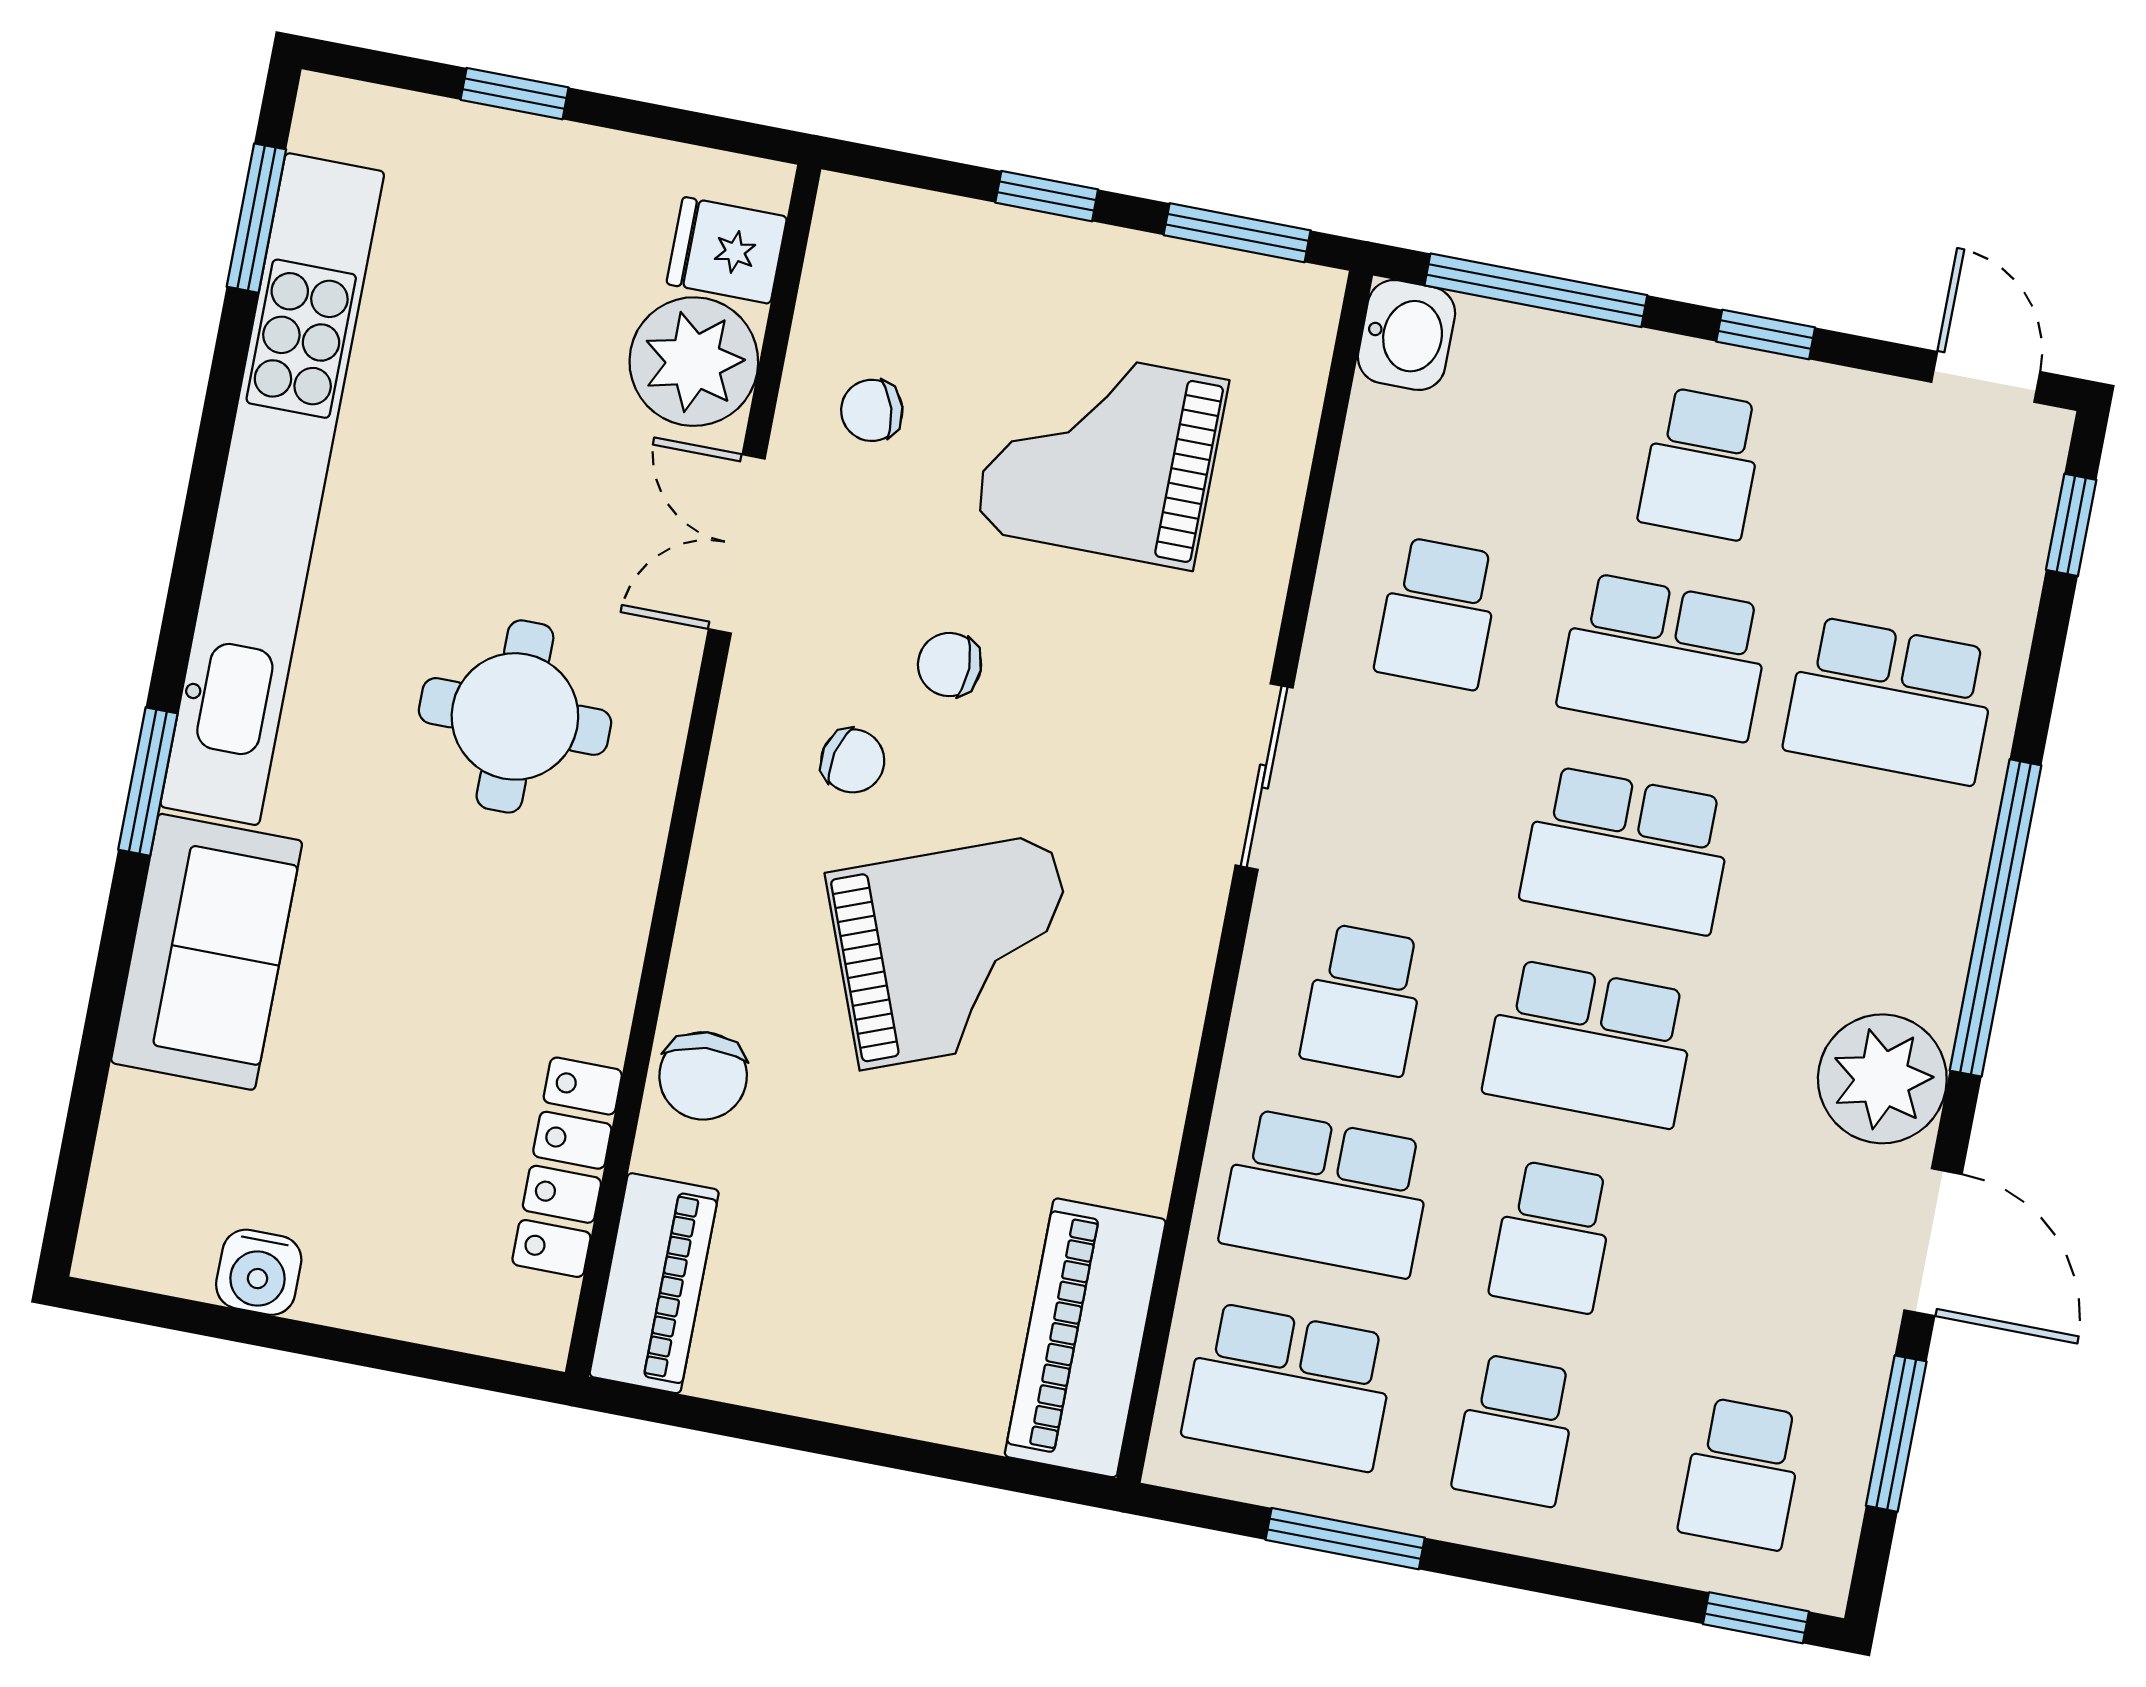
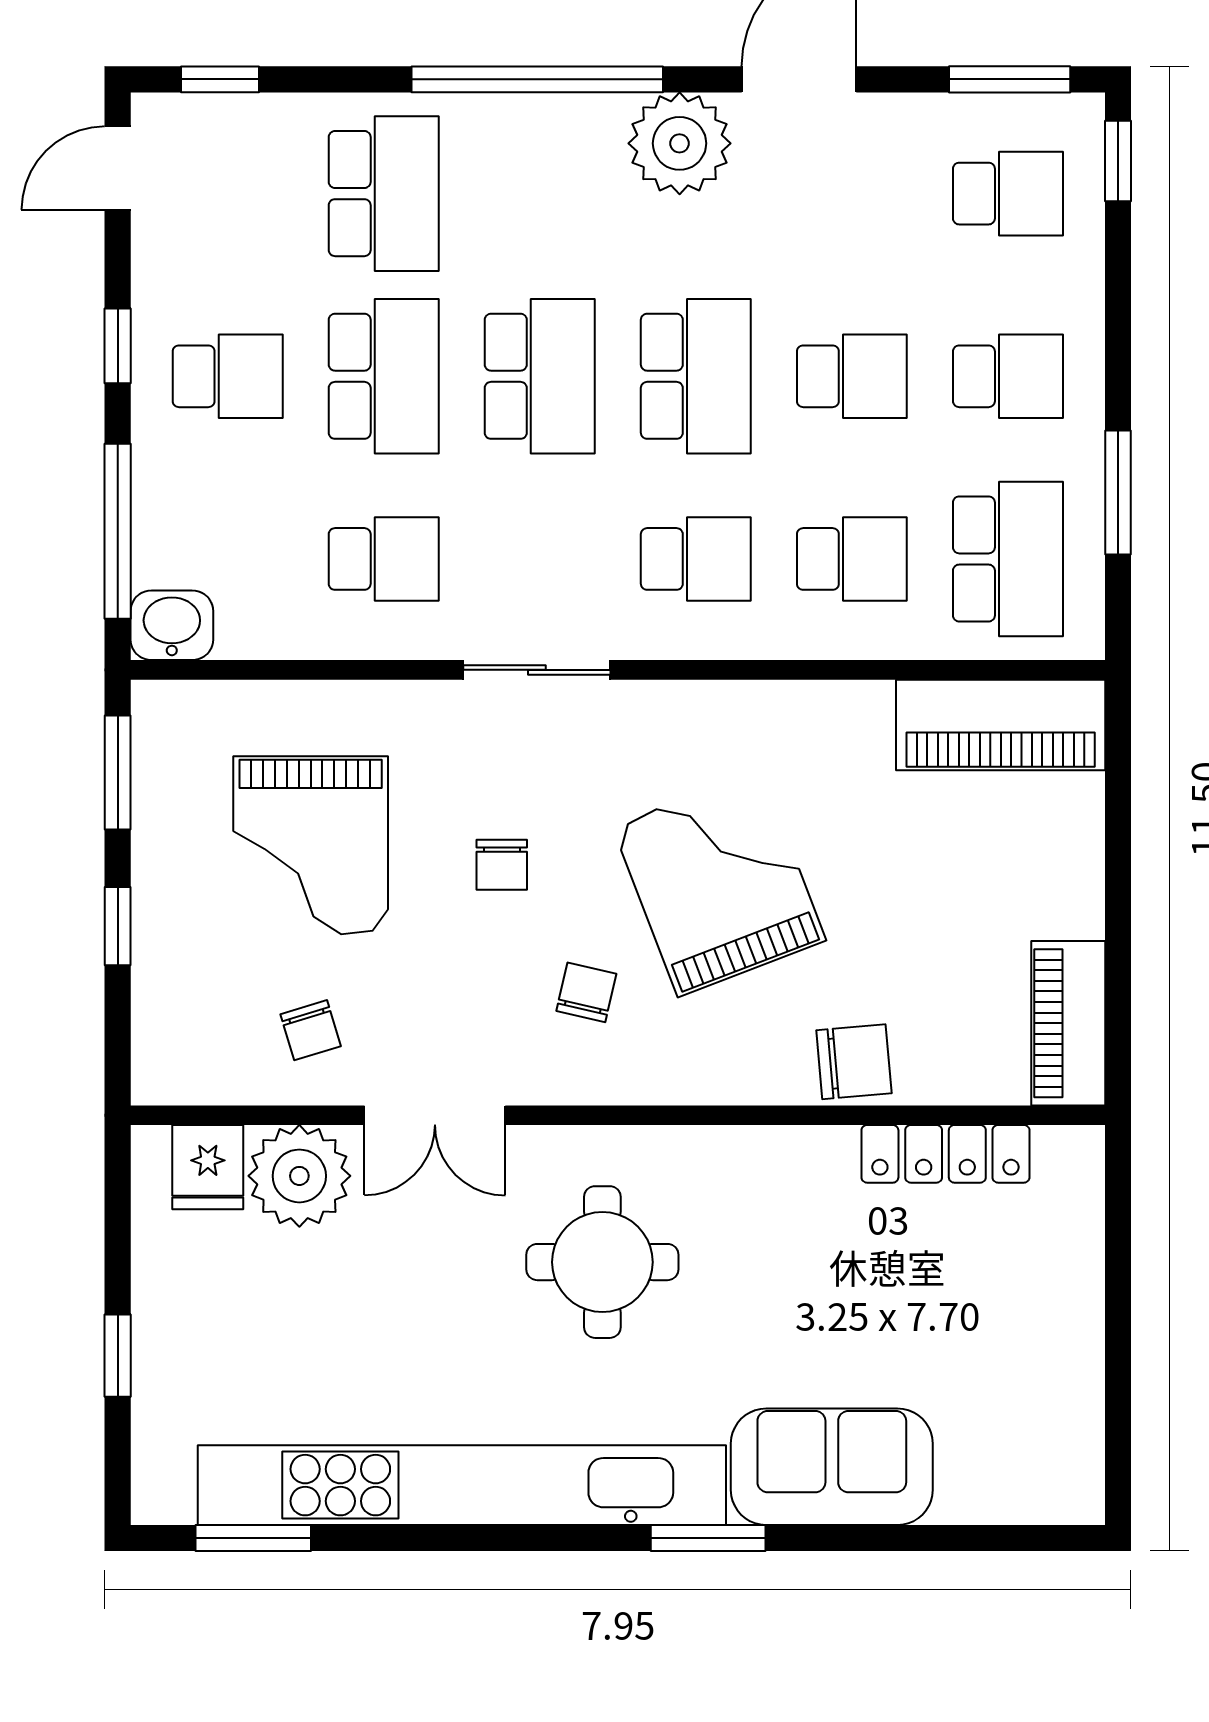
chair: (950, 665) -> (502, 865), moved
school desk: (1326, 1193) -> (852, 559), width x0.54
water cooler: (259, 1272) -> (1073, 1378), removed
piano: (654, 1283) -> (1068, 1023), moved, turned -90
window: (1896, 1434) -> (1010, 79), moved

